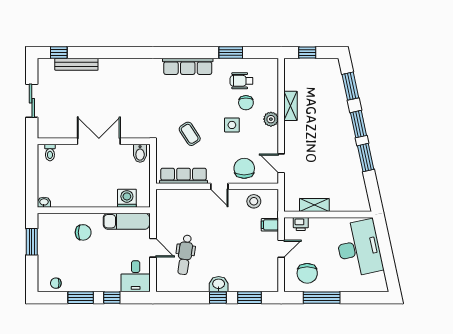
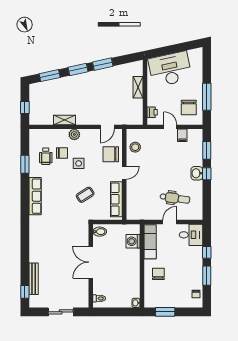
shelving: (314, 205) -> (138, 87), moved
filing cabinet: (270, 225) -> (182, 135), moved
chair: (307, 273) -> (189, 107), turned 90

